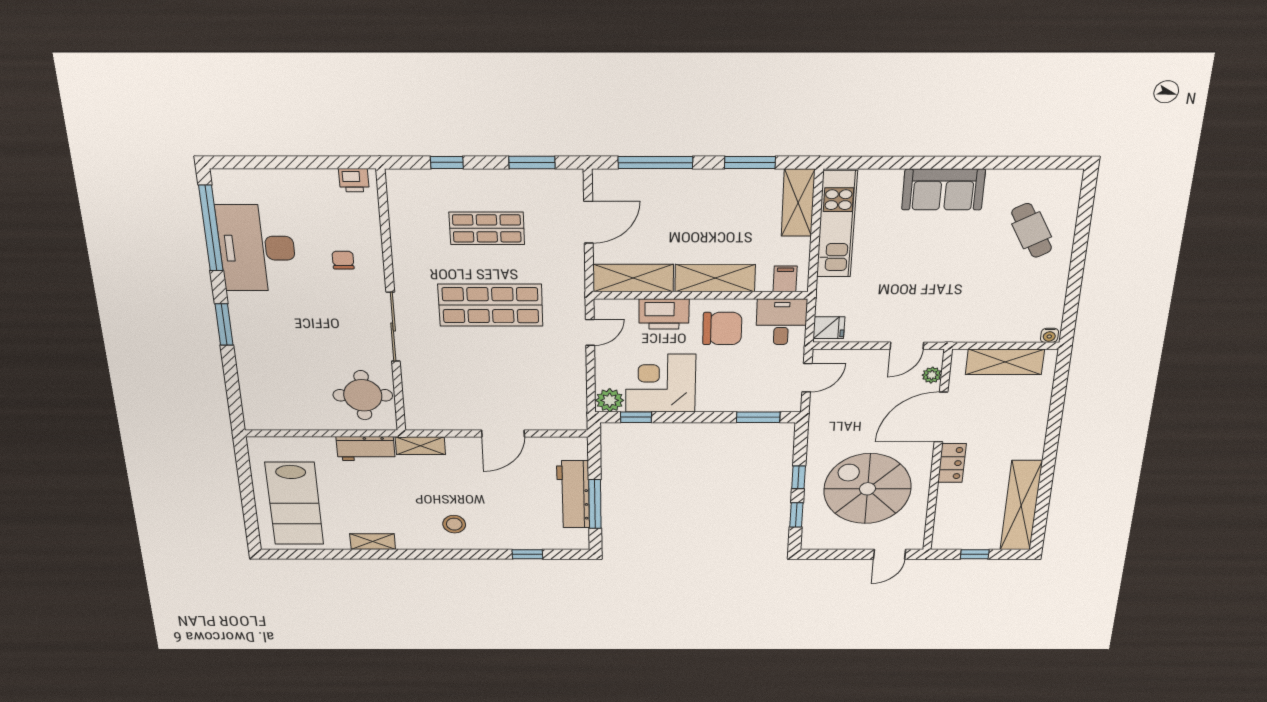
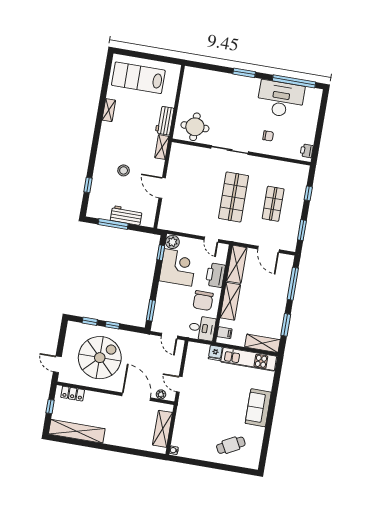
fridge: (829, 328) -> (215, 353), moved
locker: (952, 463) -> (73, 394), moved
workbench: (573, 494) -> (126, 215), width x0.73
stool: (454, 524) -> (124, 170), moved

